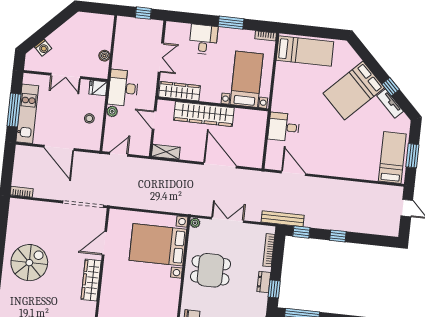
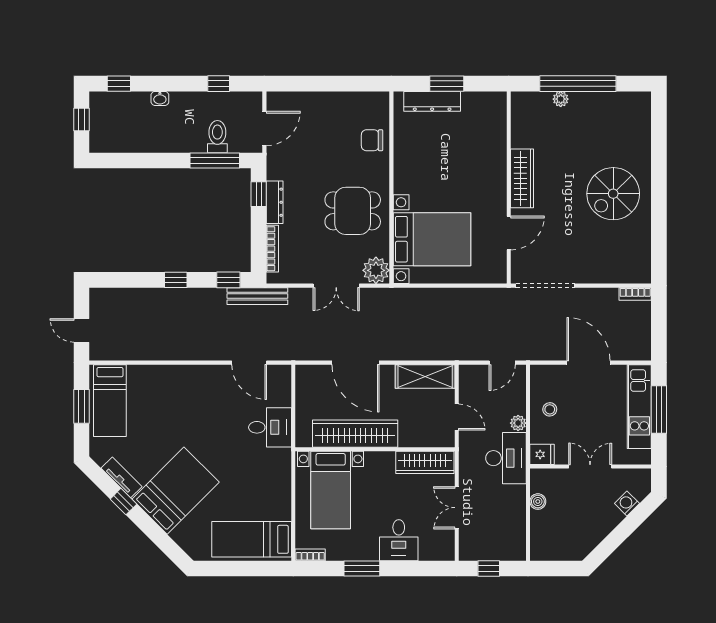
wardrobe: (204, 114) -> (355, 434), moved
shelving: (166, 152) -> (425, 376), width x1.50, depth x1.33
plant: (195, 223) -> (376, 270), width x1.87, depth x1.87
dresser: (264, 282) -> (275, 202), width x1.44

